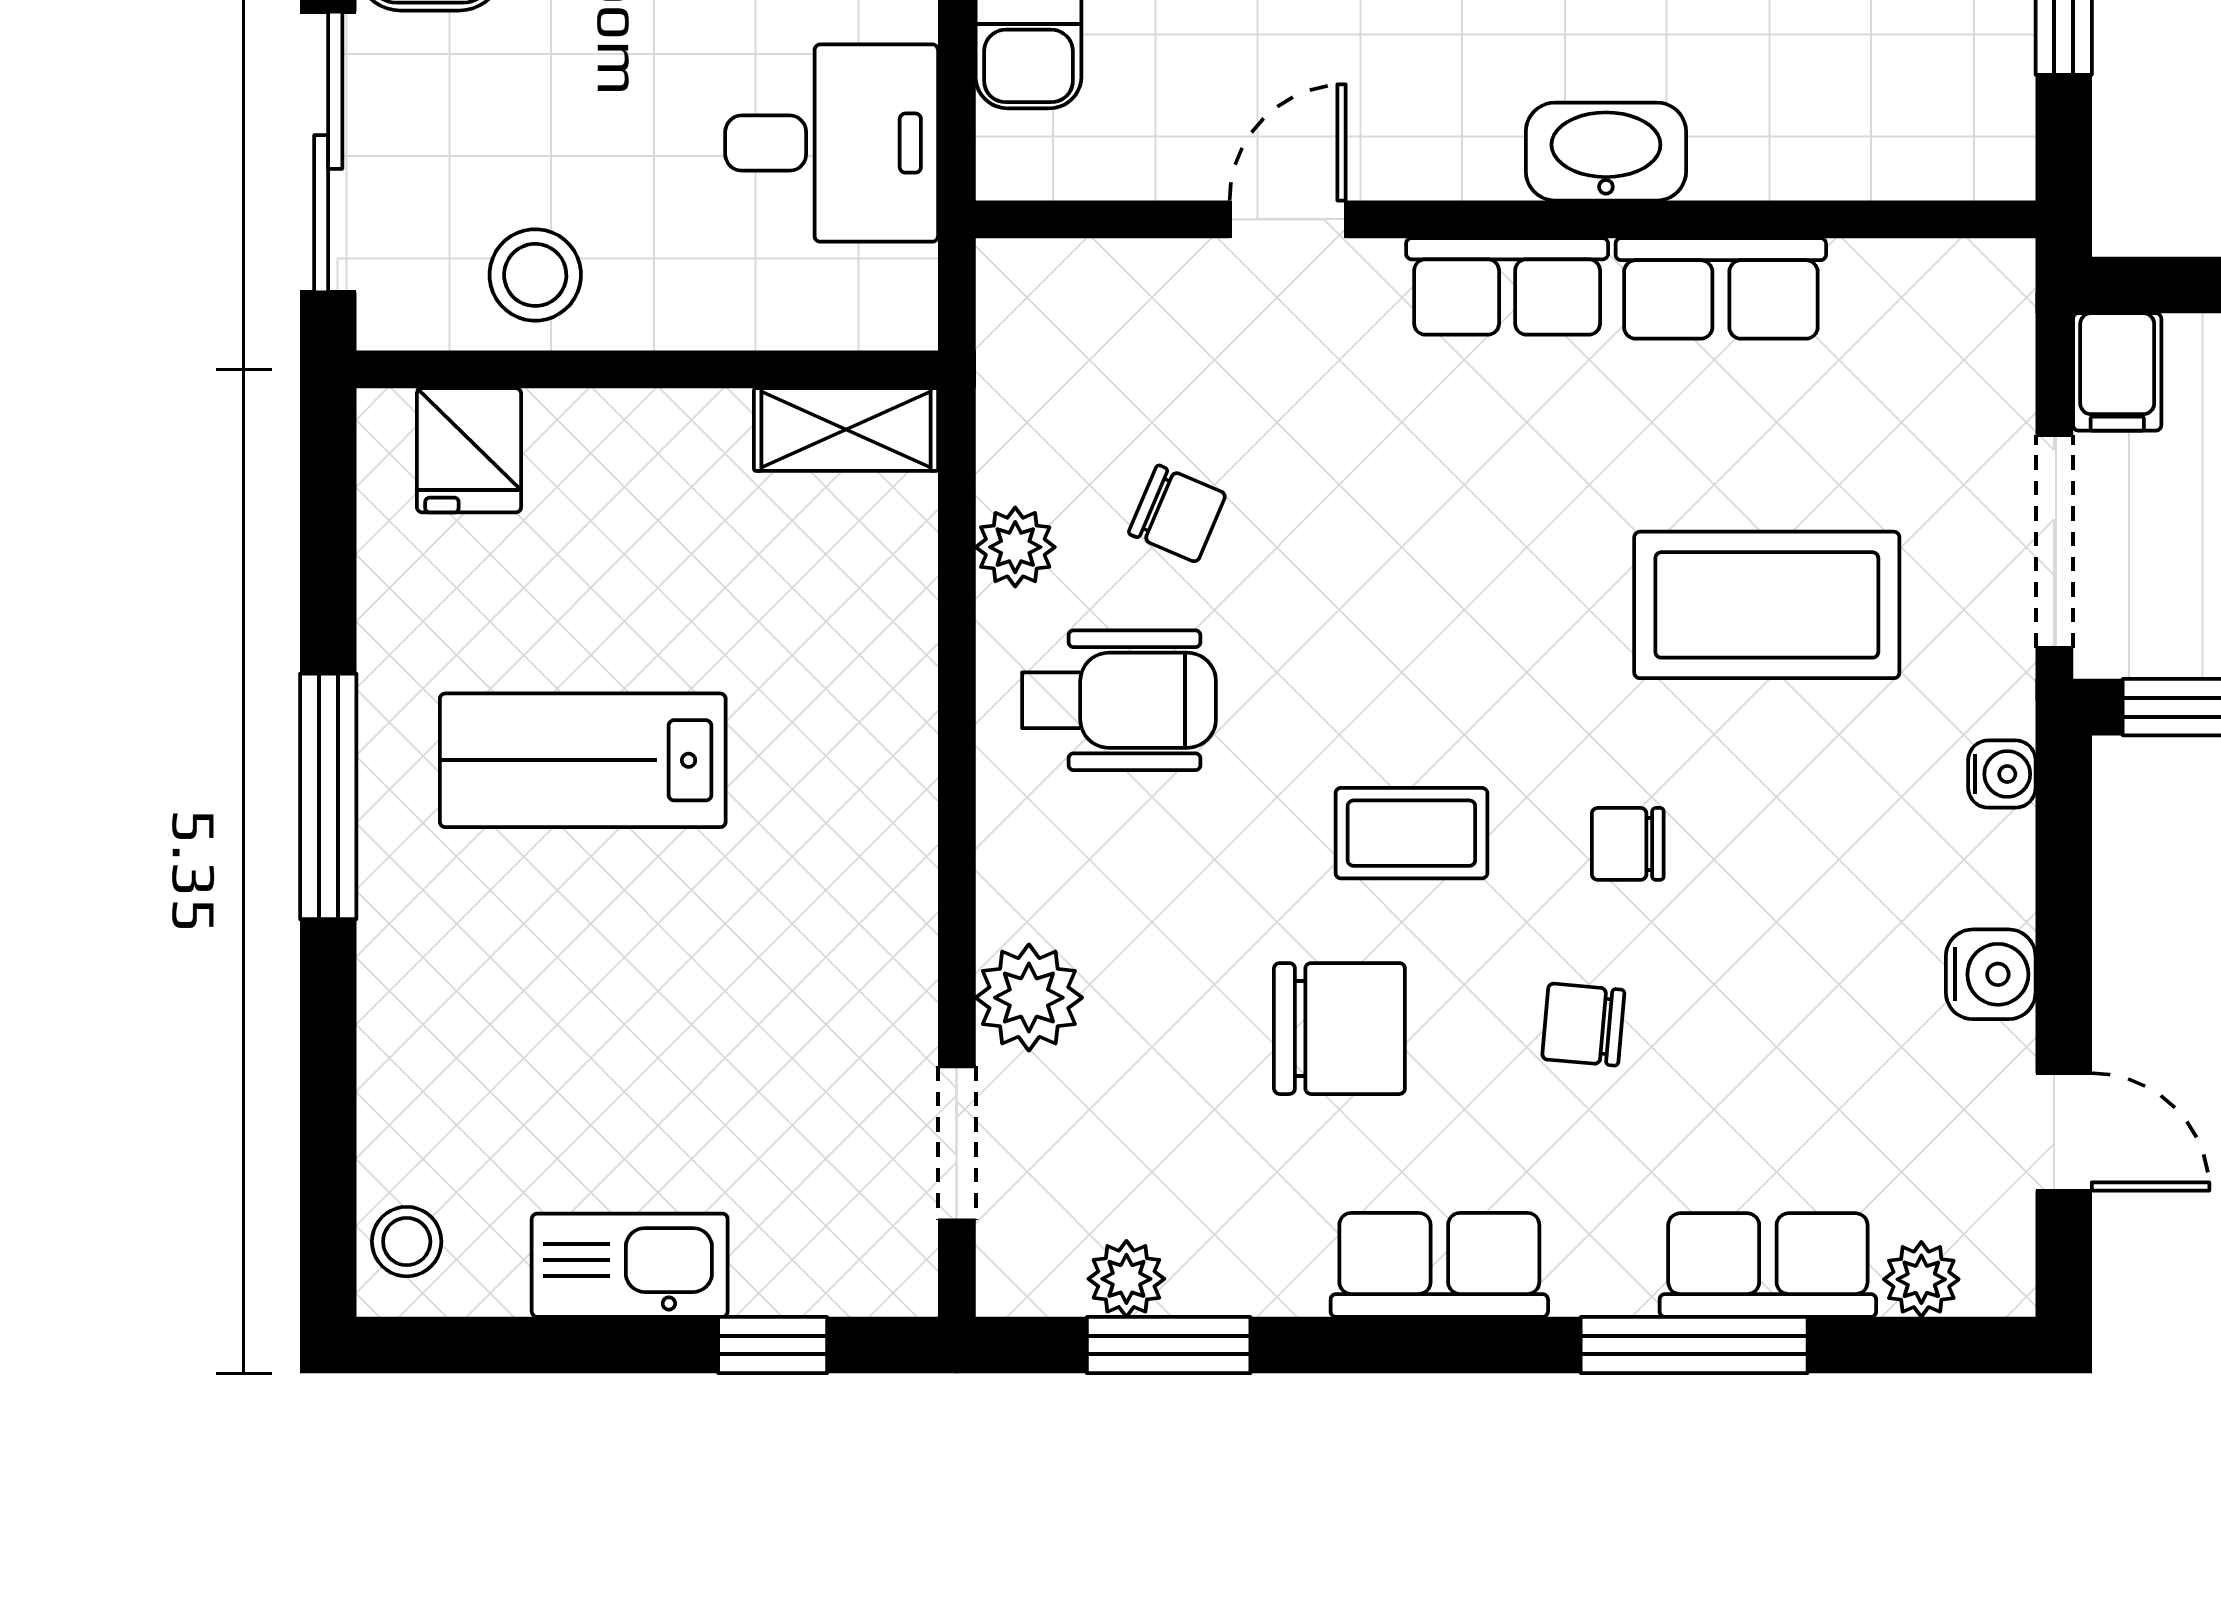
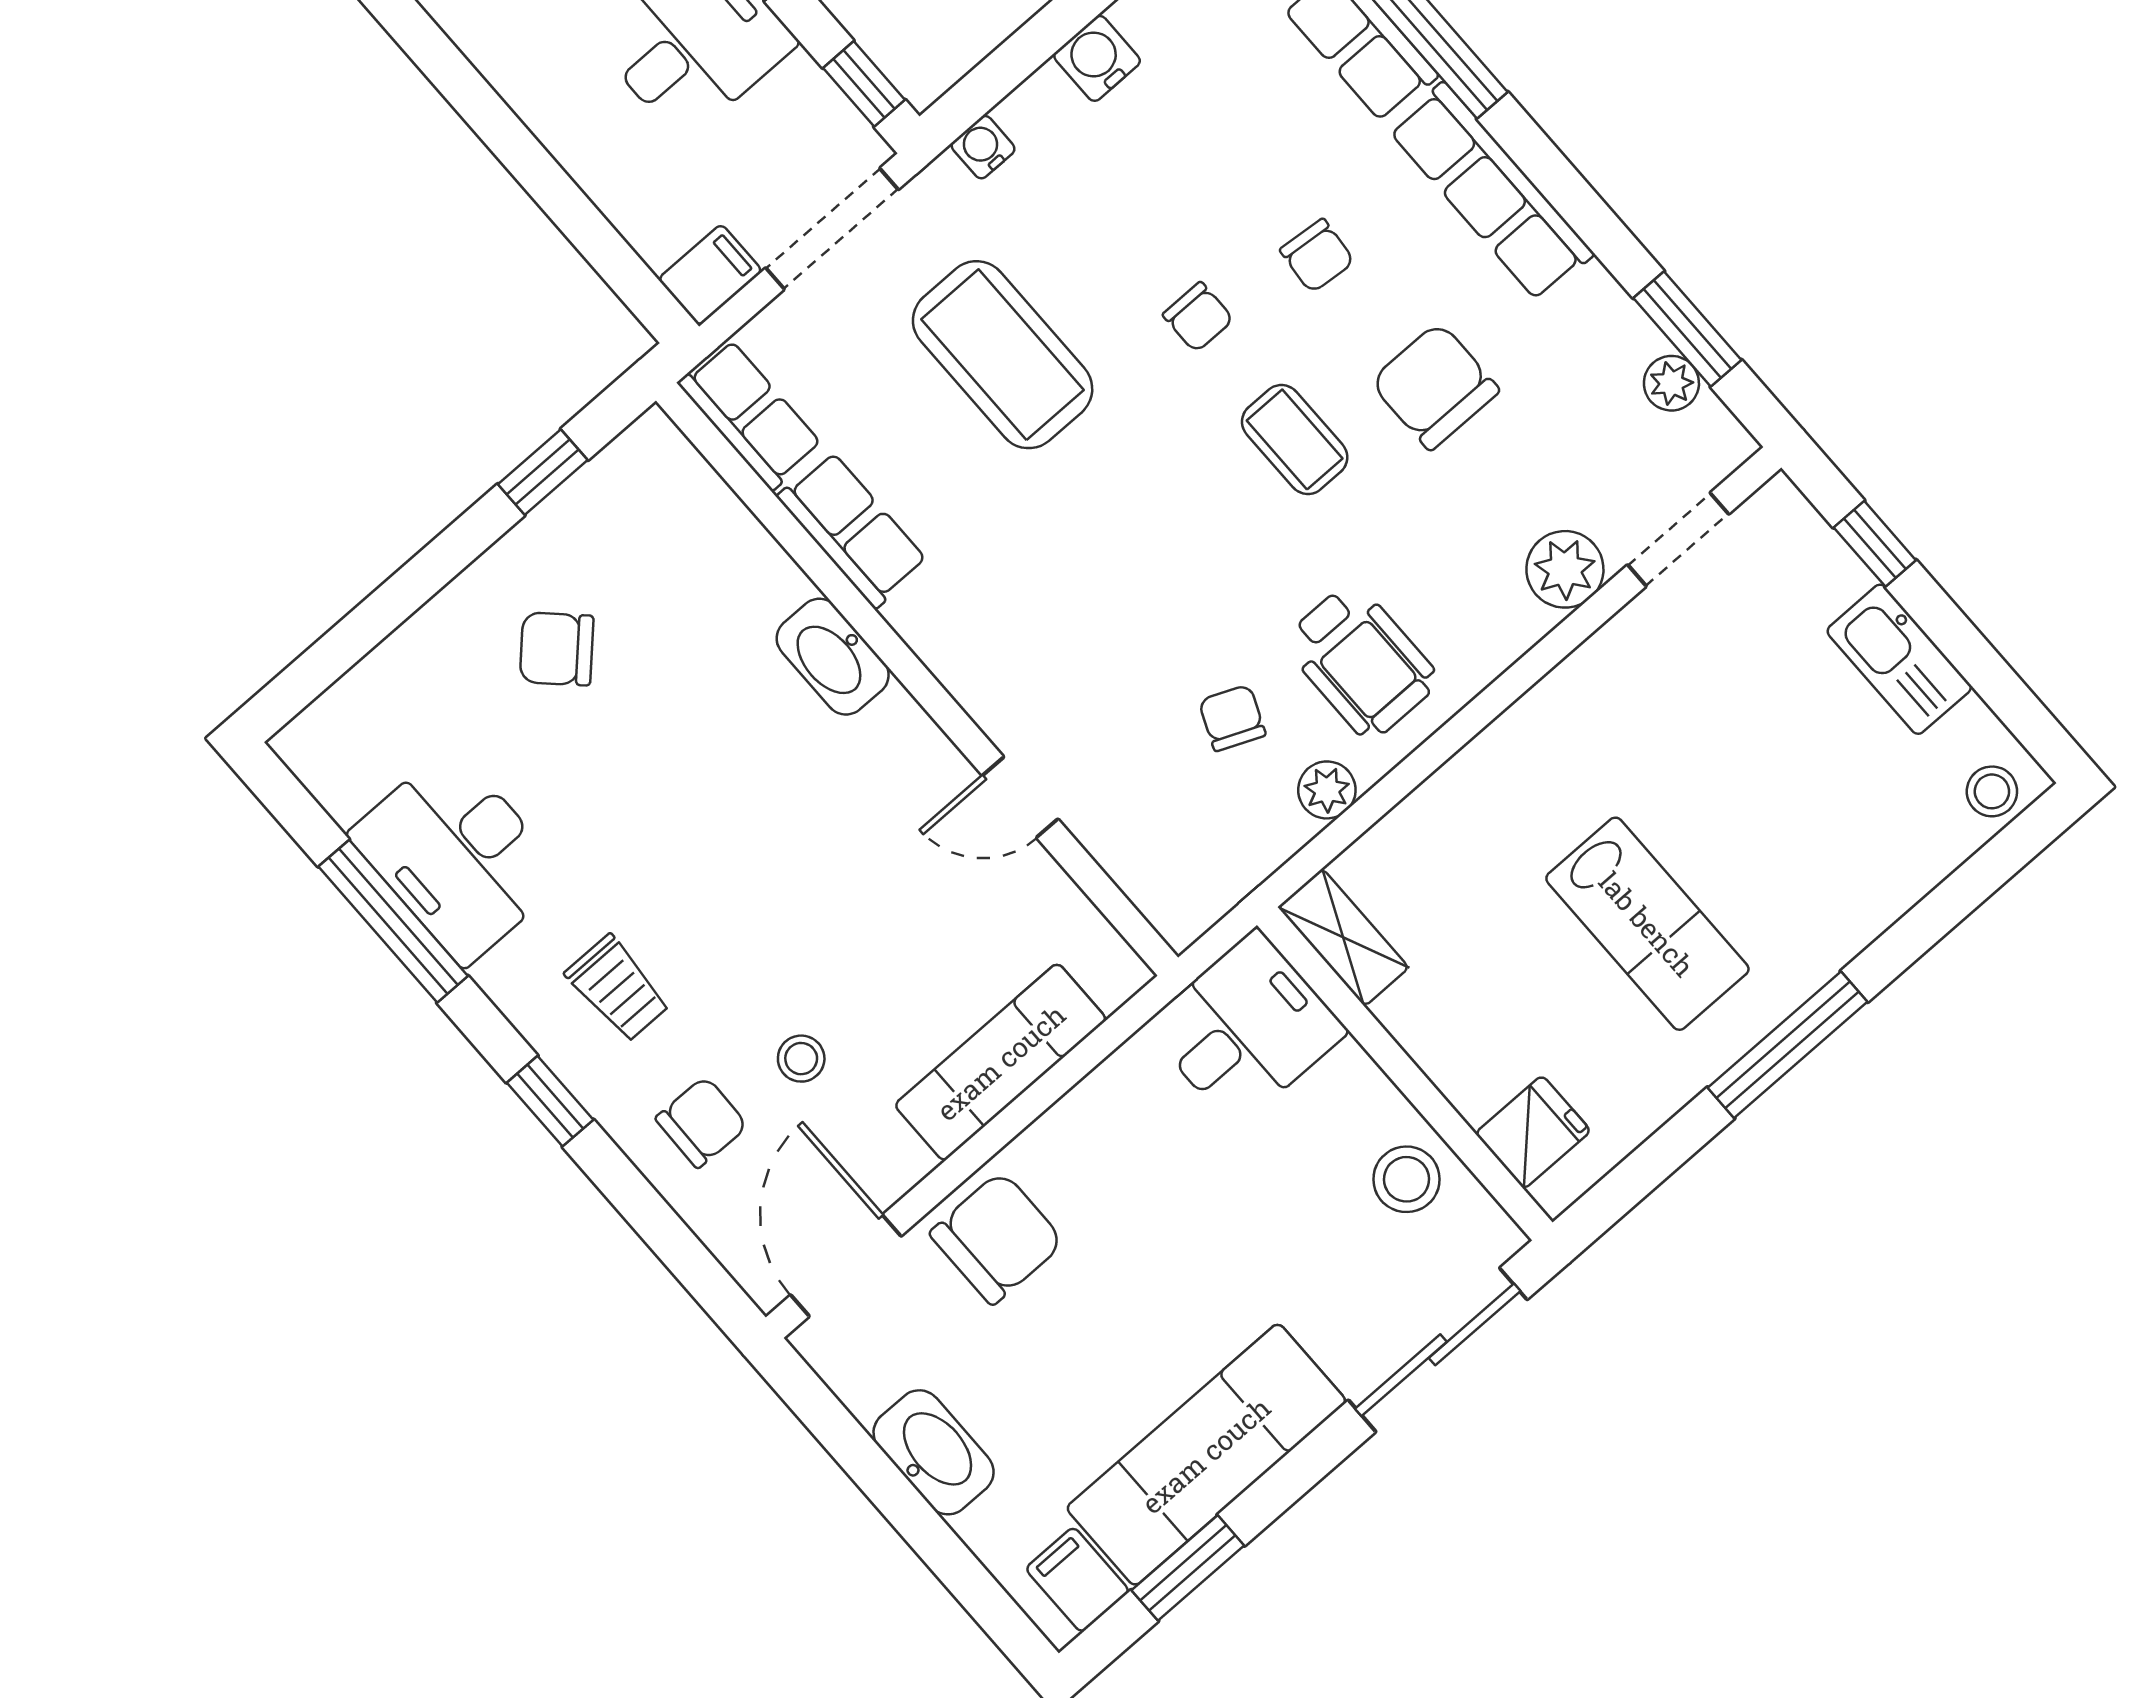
desk: (832, 143) -> (1246, 1029), moved, turned 90
row of seats: (1507, 286) -> (750, 414), moved
wheelchair: (1119, 700) -> (1361, 661), turned 180
row of seats: (1439, 1265) -> (1491, 192), width x1.48

